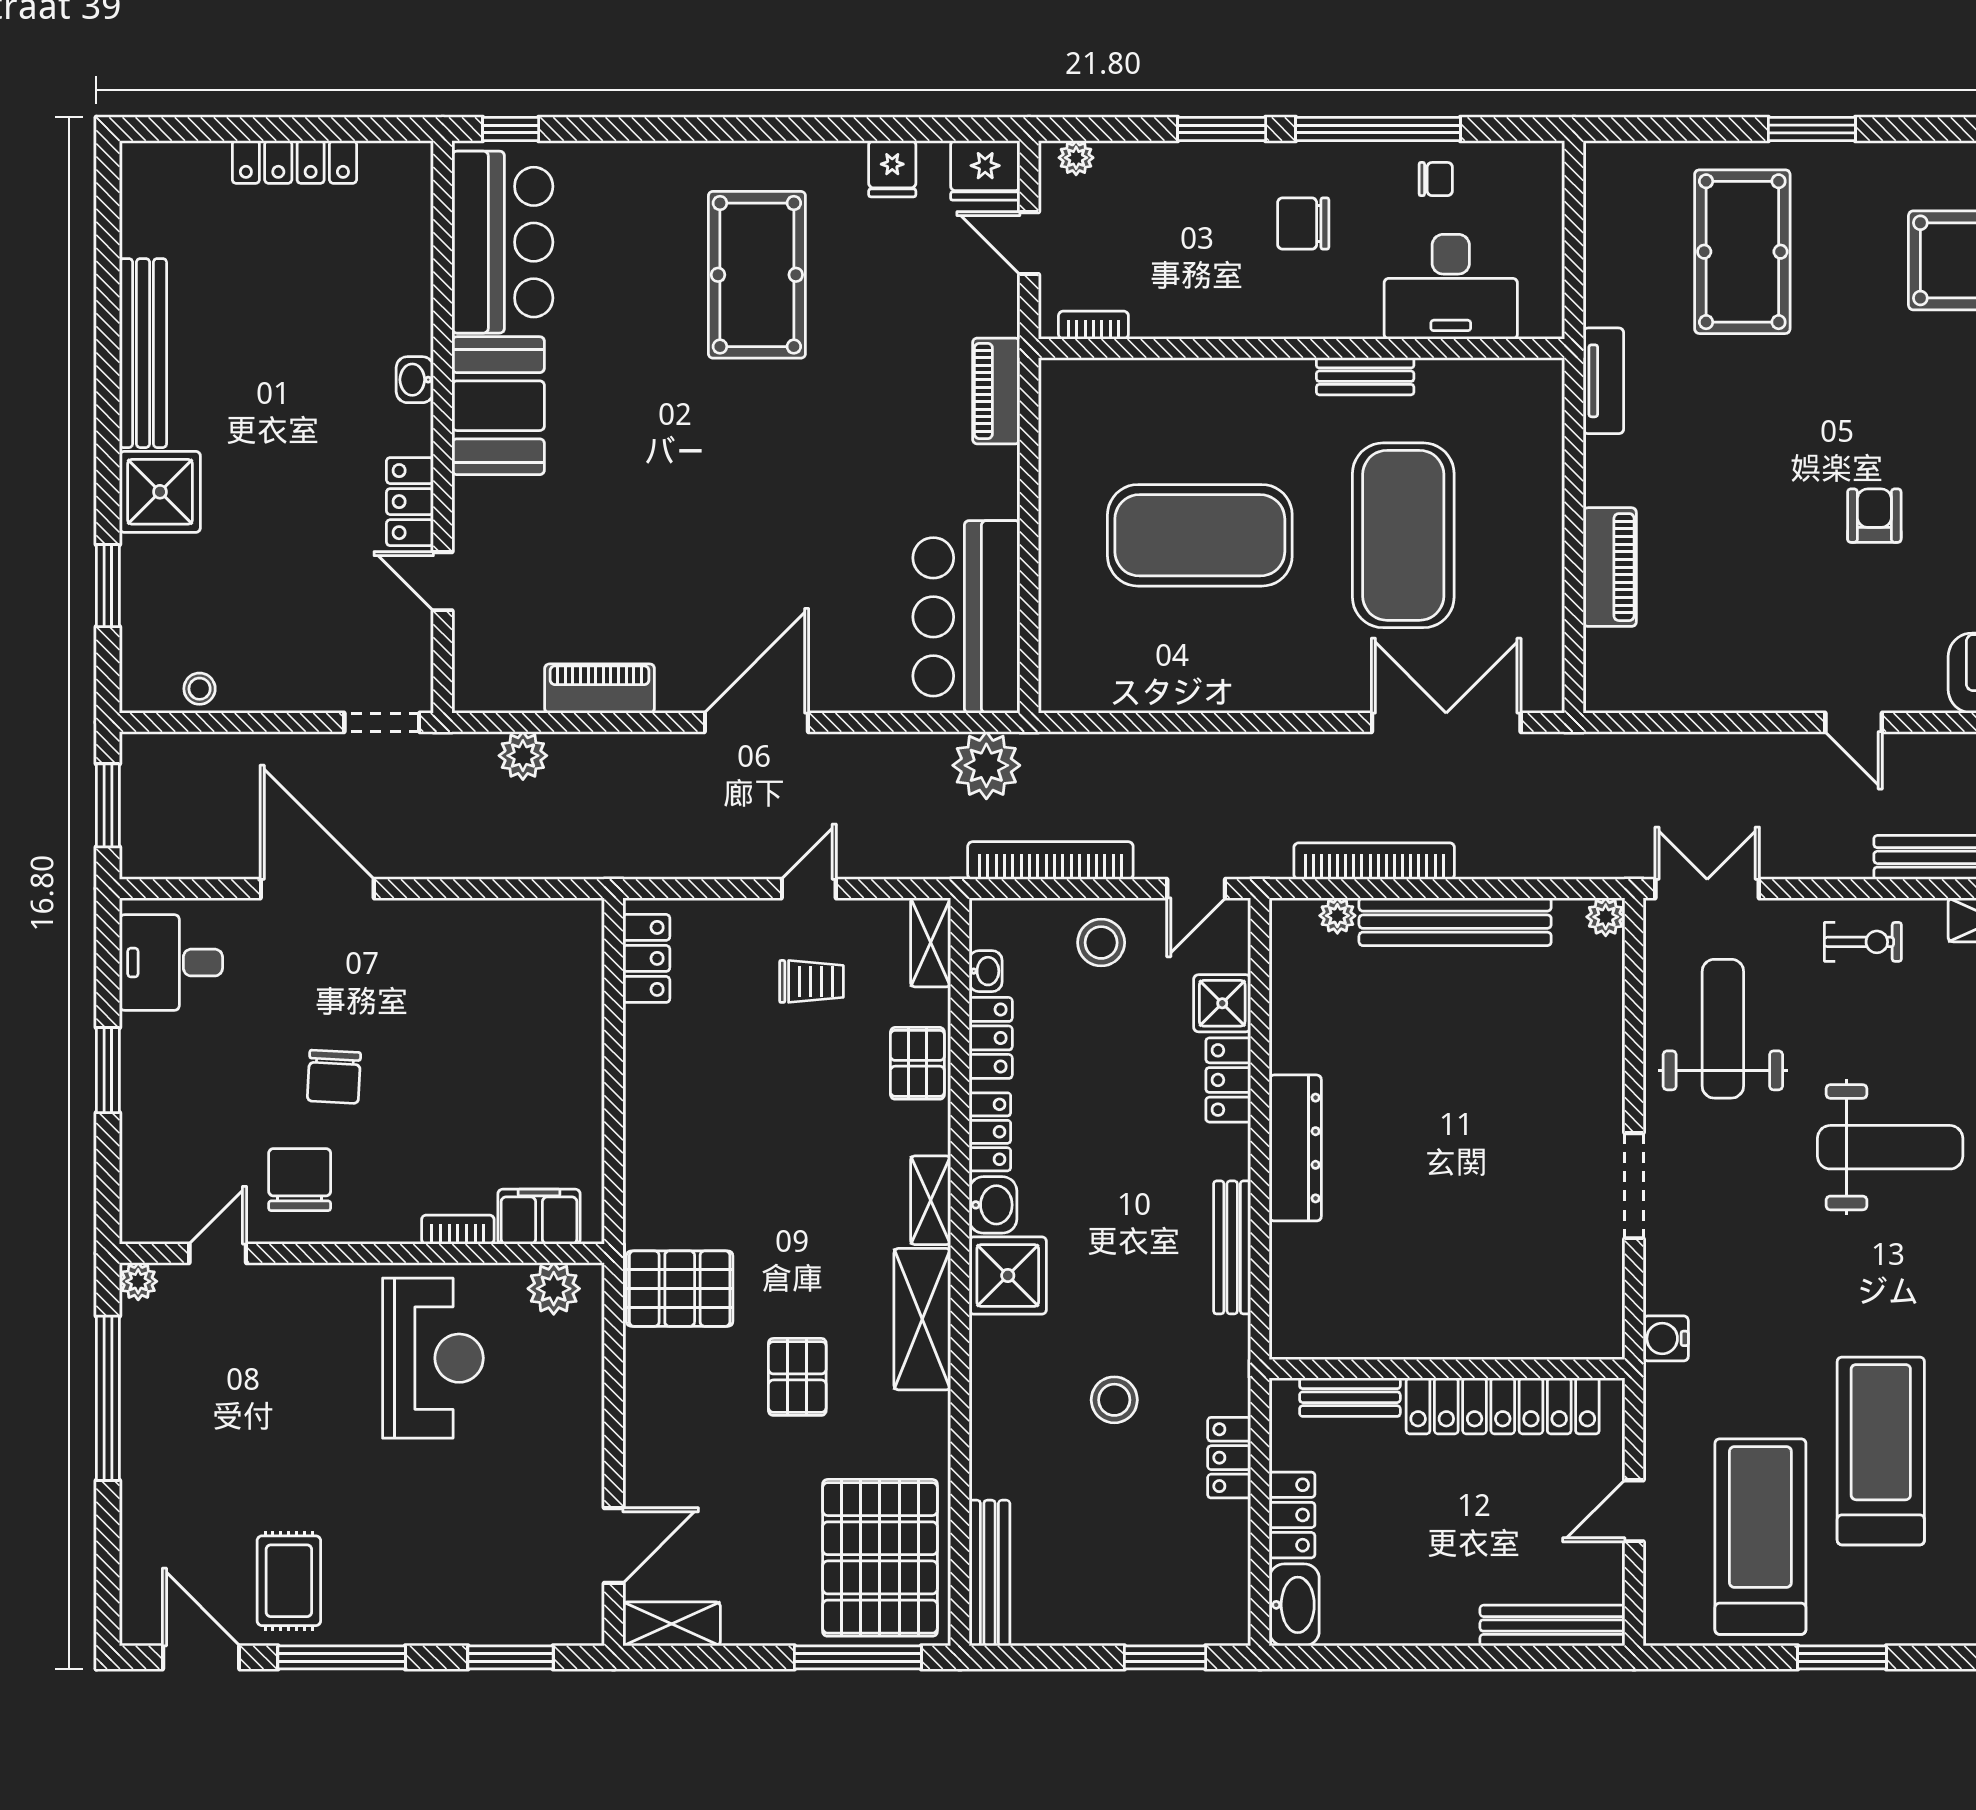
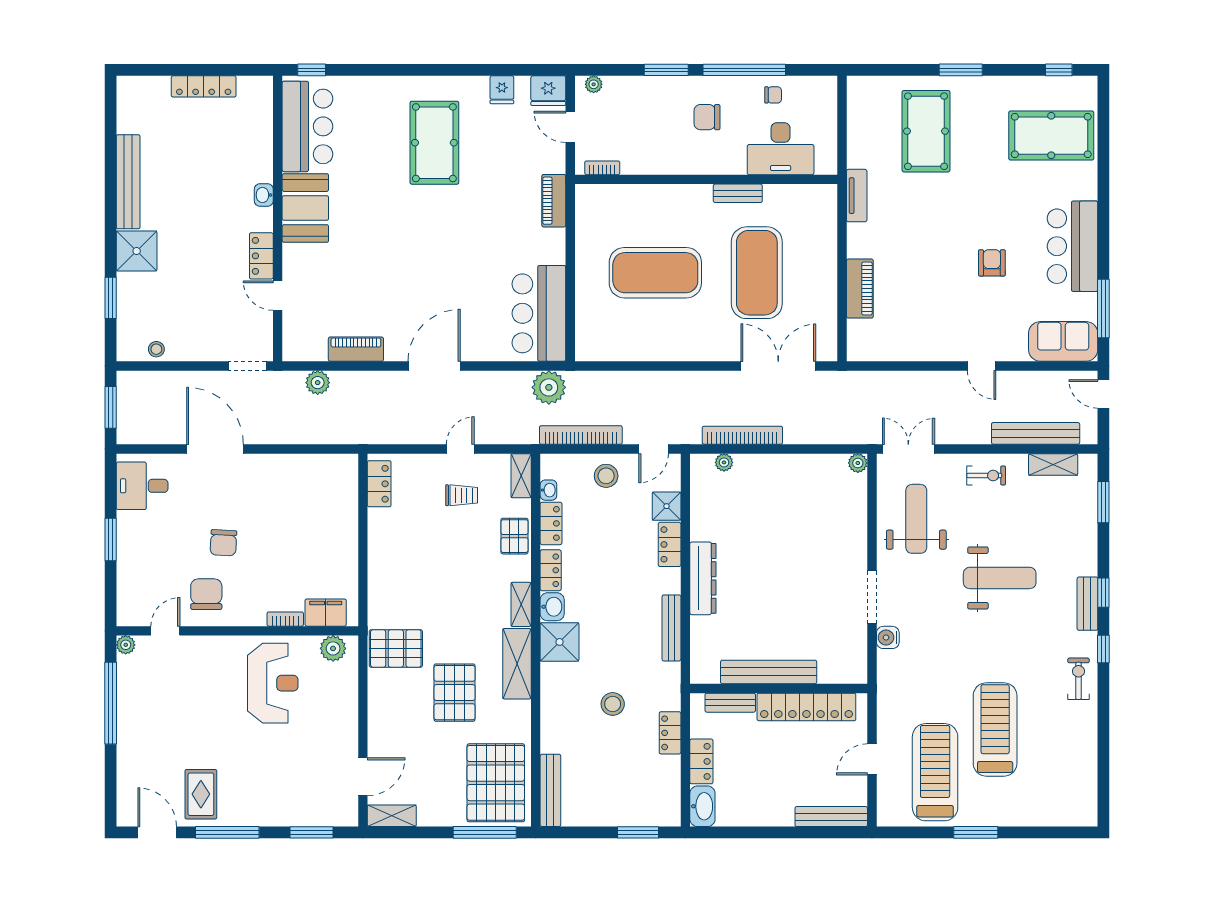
bench: (1455, 922) -> (769, 672), moved
water cooler: (1666, 1338) -> (888, 637), moved
pallet: (797, 1377) -> (455, 693), width x1.50, depth x1.42

